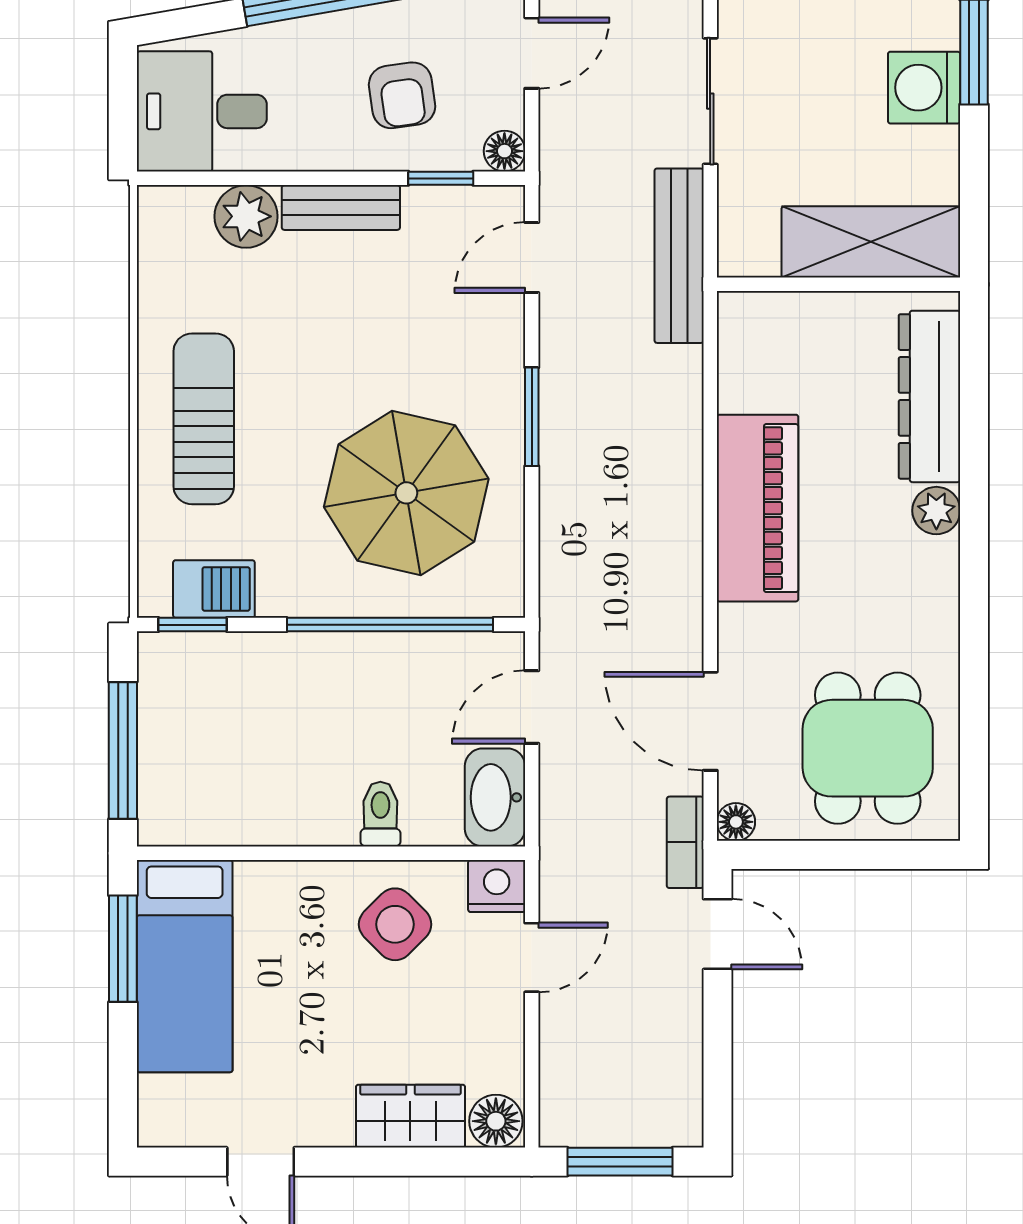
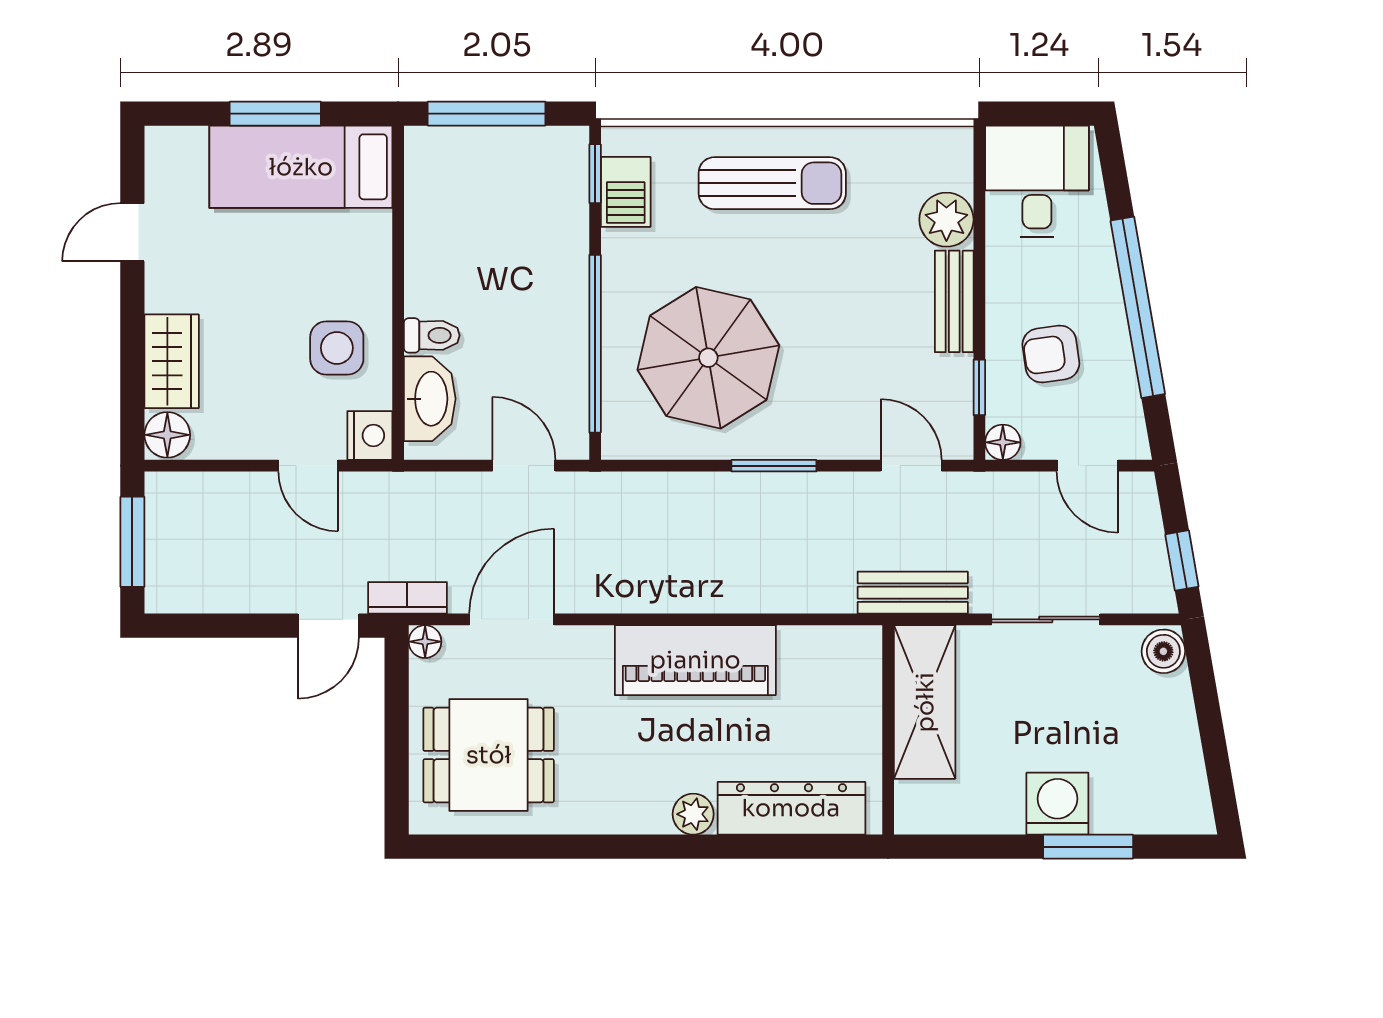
shelving: (871, 242) -> (925, 702), moved
bench: (679, 256) -> (913, 593), width x0.73
washbasin: (495, 797) -> (430, 399), moved, turned 90
side table: (395, 924) -> (337, 348), turned 45
window: (123, 949) -> (275, 114), moved

